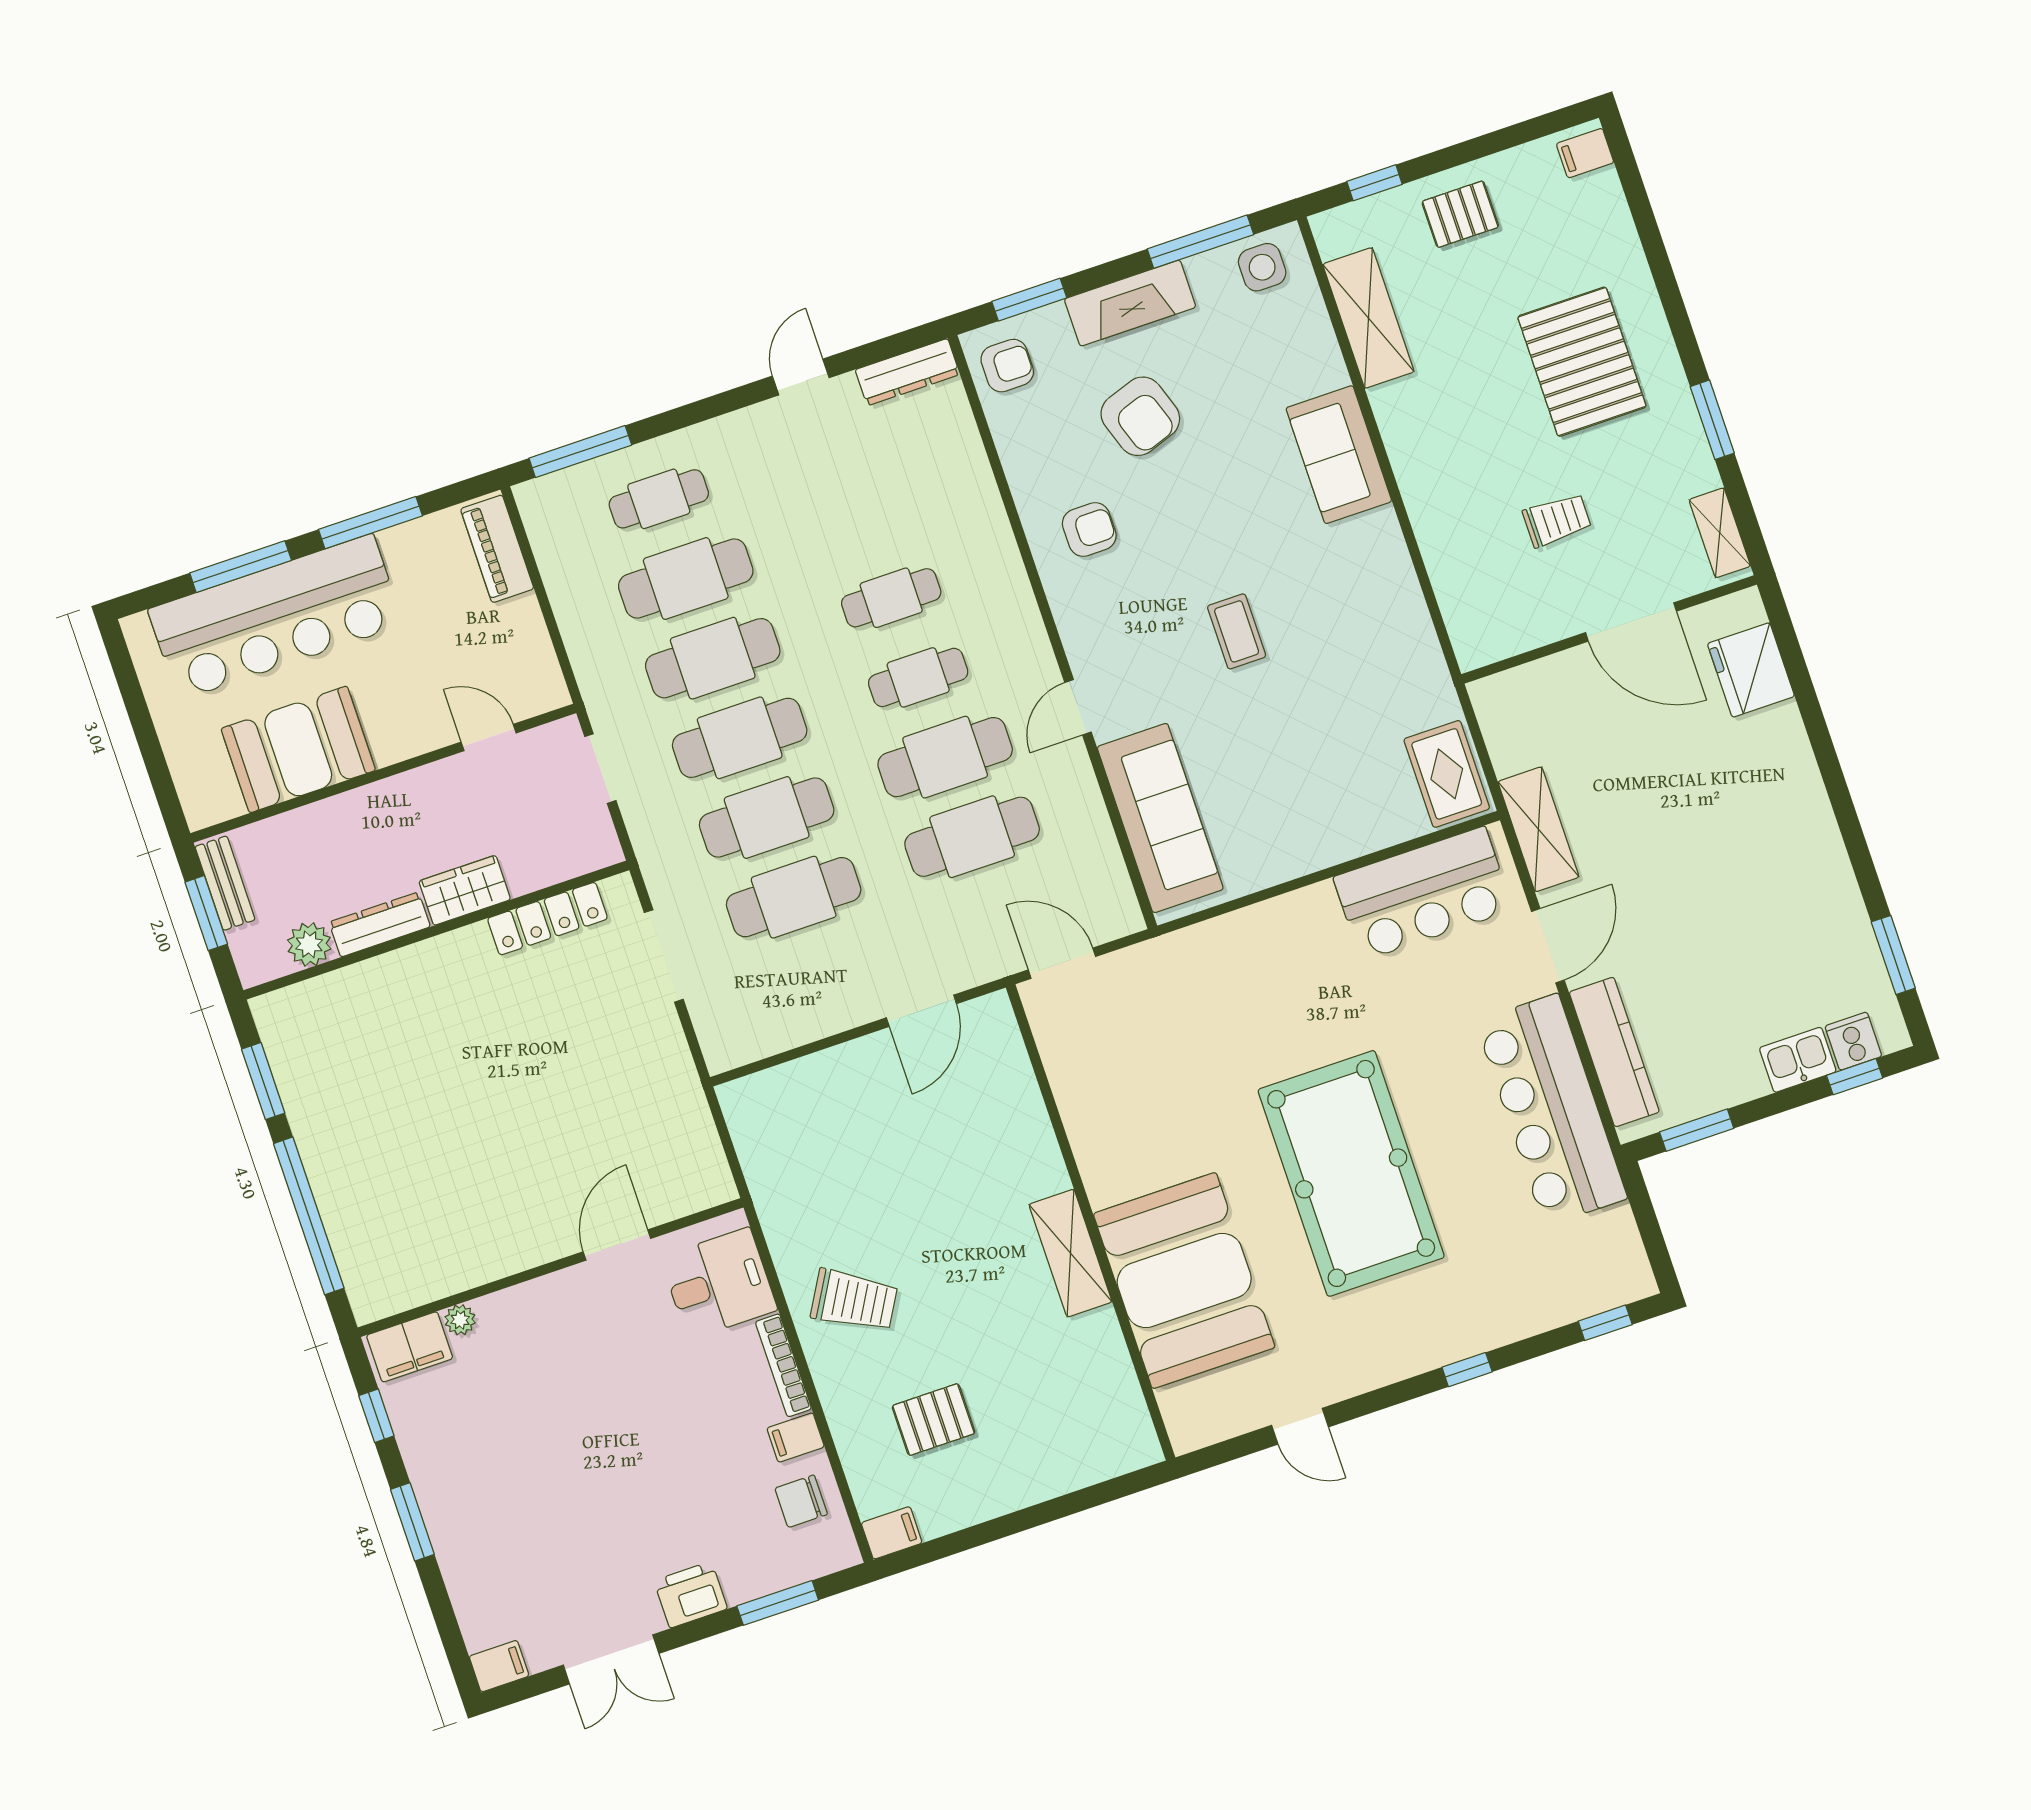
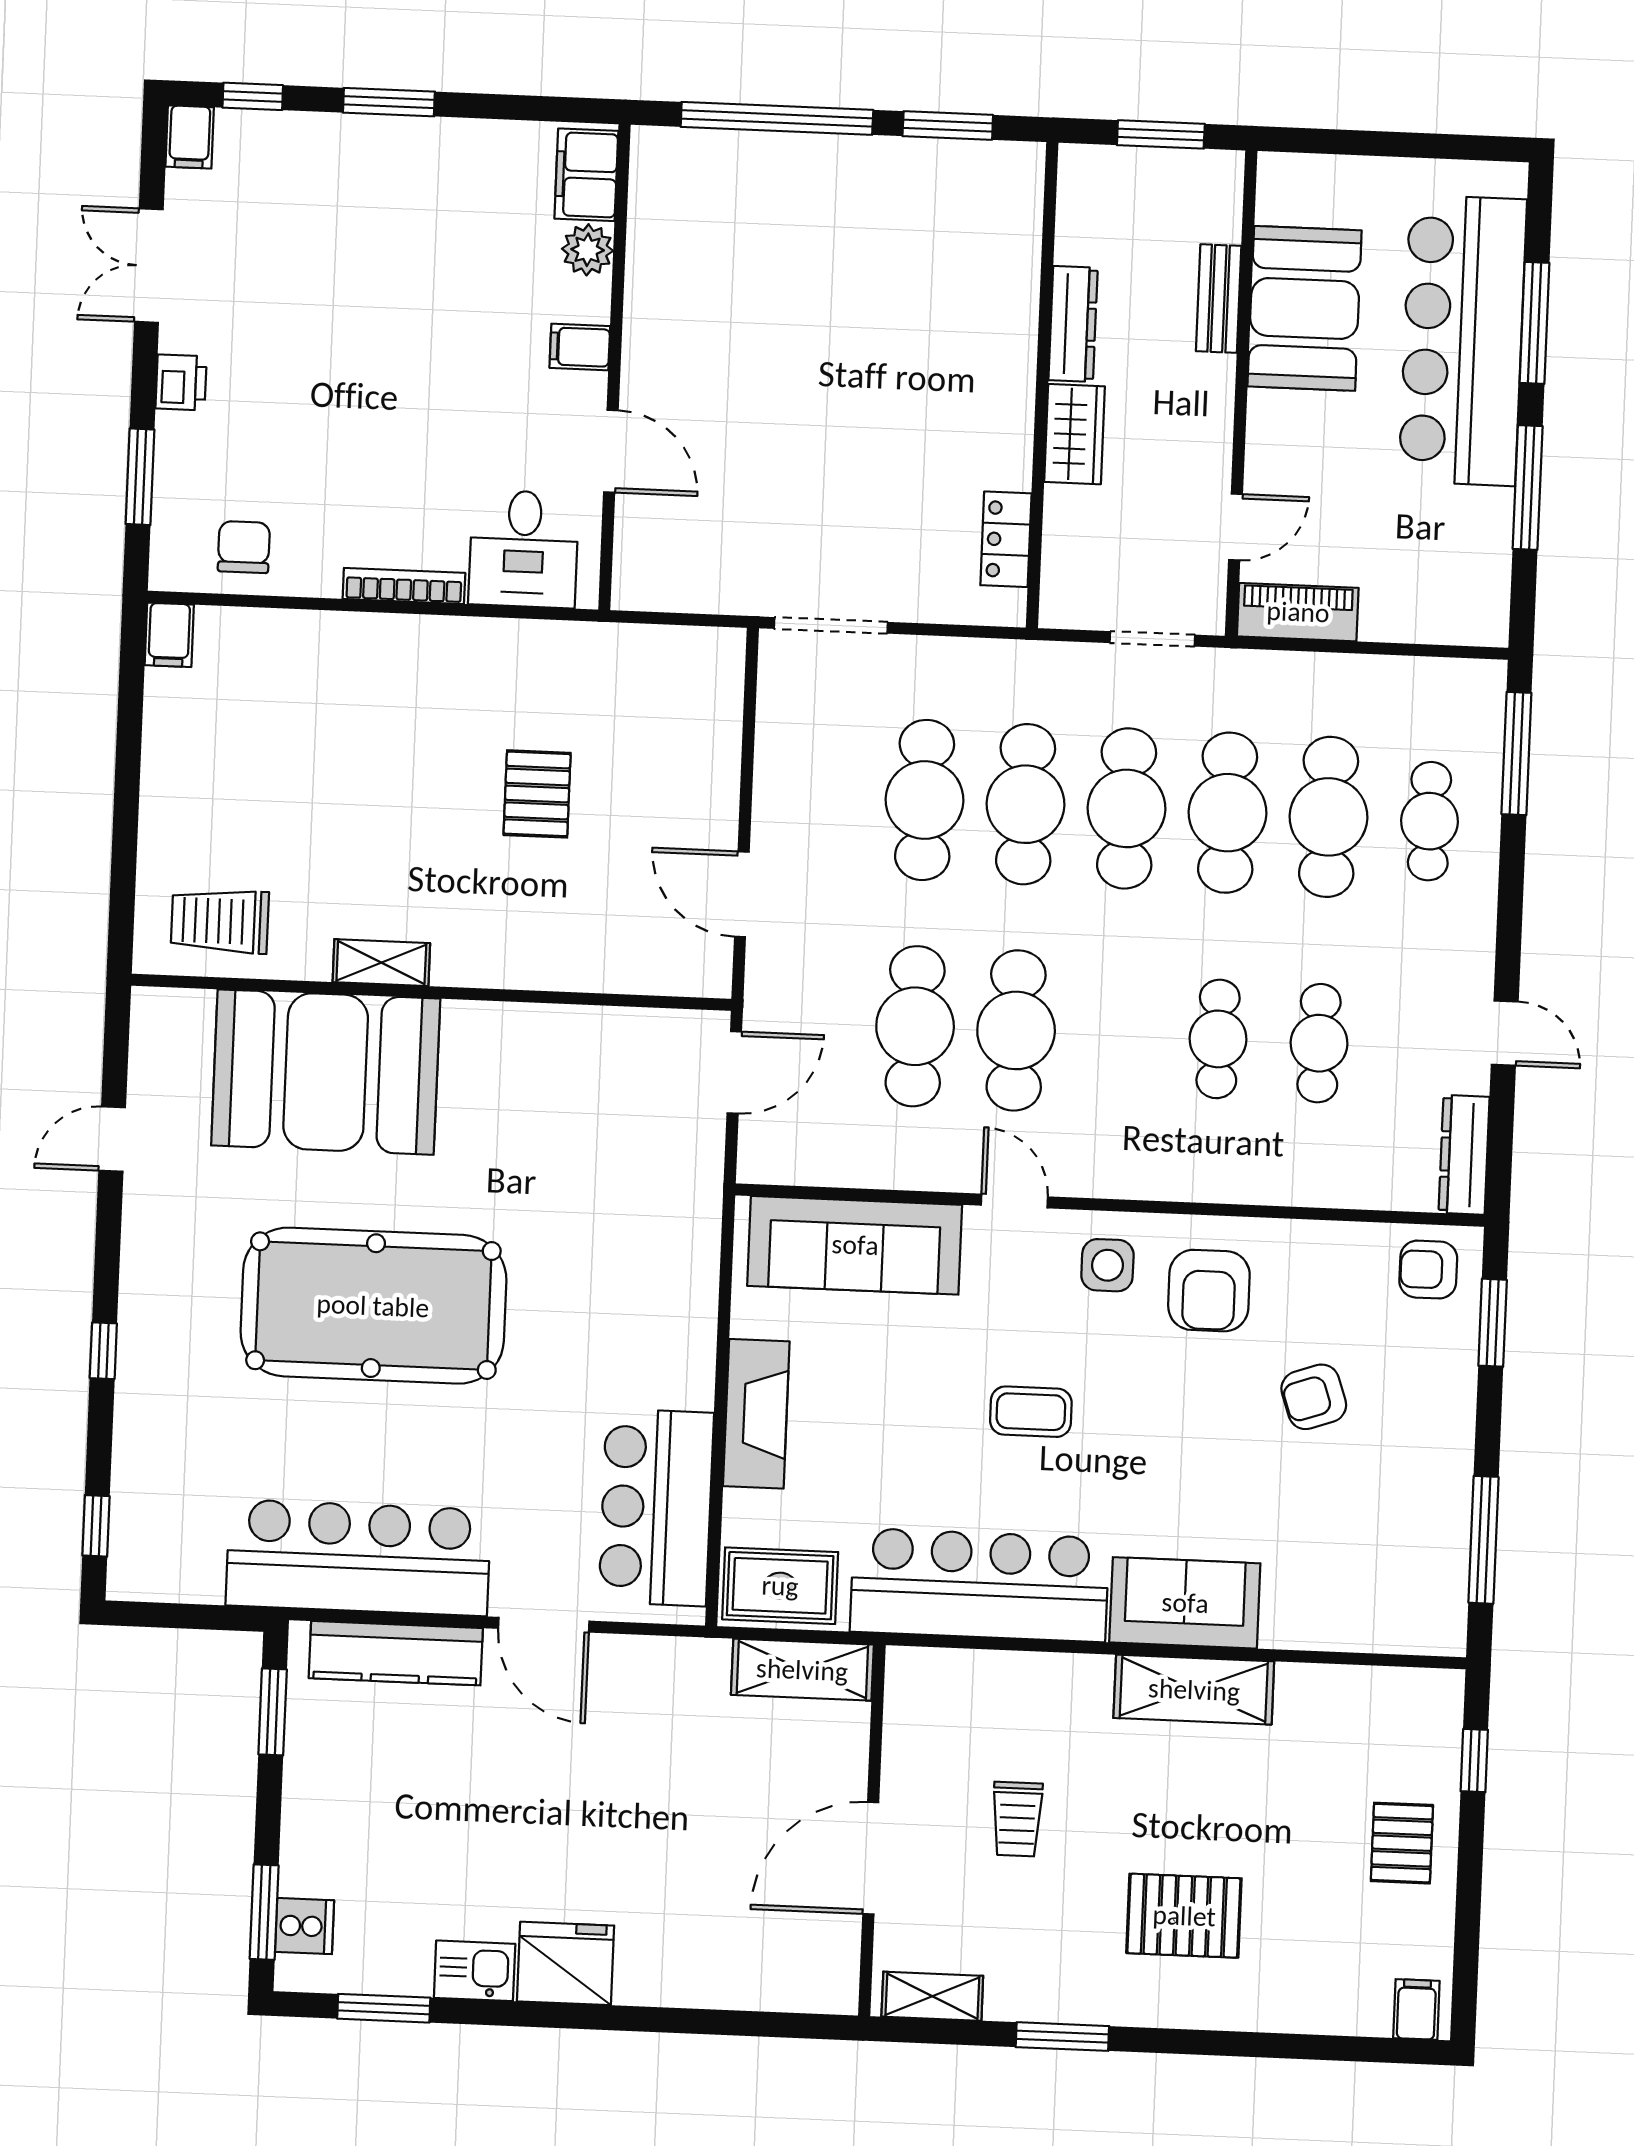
side table: (1262, 267) -> (1107, 1265), moved
fireplace: (1130, 303) -> (756, 1414), moved, turned 180
shelving: (1368, 318) -> (1194, 1690), moved
pallet: (1582, 362) -> (1184, 1916), width x0.73, depth x0.71
armchair: (1007, 366) -> (1428, 1270), turned 90
armchair: (1140, 416) -> (1314, 1397), width x0.72, depth x0.72
armchair: (1089, 529) -> (1209, 1291), width x1.38, depth x1.38
piano: (497, 549) -> (1298, 612), moved
bar counter: (1386, 619) -> (980, 1585), added
fridge: (1751, 670) -> (566, 1963), moved
cafe table: (918, 677) -> (1319, 1043), moved
shelving: (1538, 829) -> (802, 1670), moved
bench: (225, 883) -> (1219, 299), moved, turned 90
locker: (547, 919) -> (1006, 539), width x0.66
plant: (309, 944) -> (1081, 236), removed
doorway: (664, 956) -> (831, 625), moved
kitchen sink: (1798, 1060) -> (475, 1971), moved, turned -90
window: (1855, 1077) -> (264, 1912), width x1.50
shelving: (1070, 1253) -> (381, 963), width x0.67, depth x0.75
trolley: (854, 1300) -> (220, 921), moved, turned 60
plant: (460, 1320) -> (588, 250), width x1.38, depth x1.38
window: (376, 1416) -> (253, 96), moved
pallet: (934, 1420) -> (537, 794), moved
filing cabinet: (796, 1437) -> (580, 347), moved, turned -90
printer: (691, 1595) -> (181, 382), width x0.73, depth x0.81

